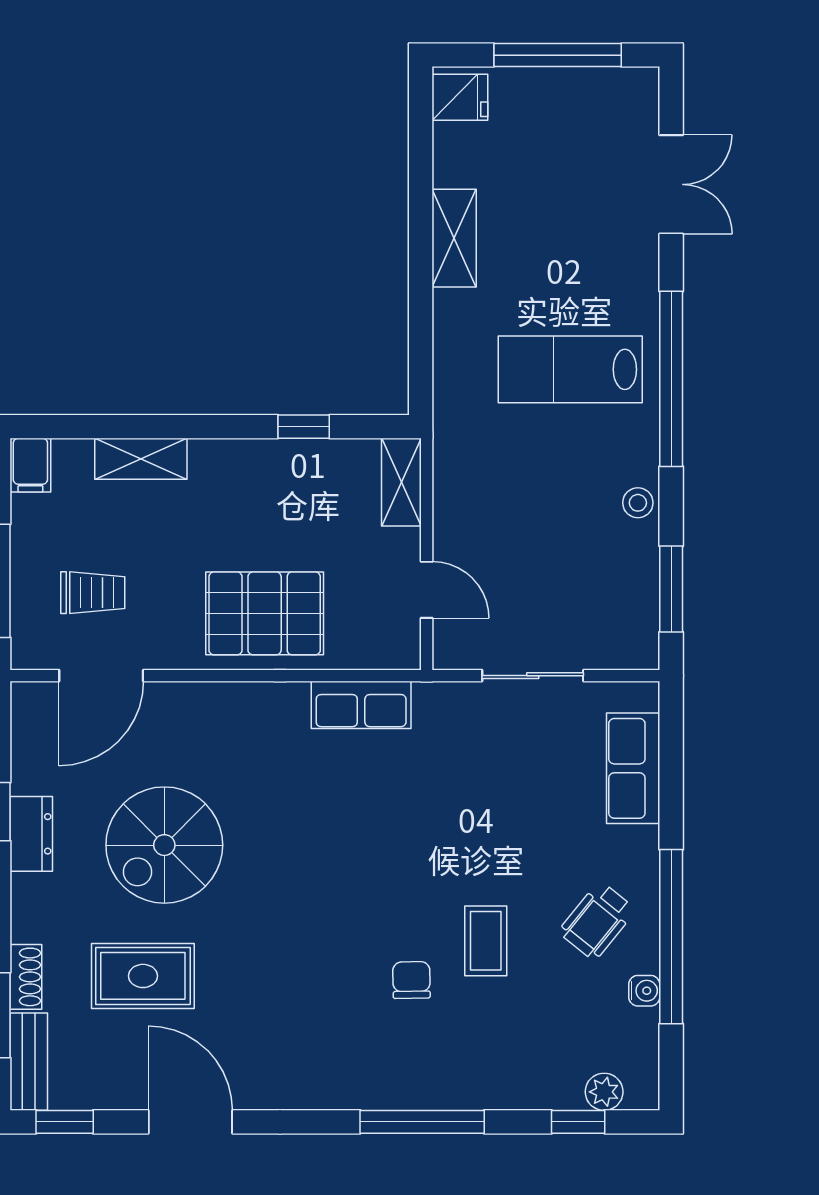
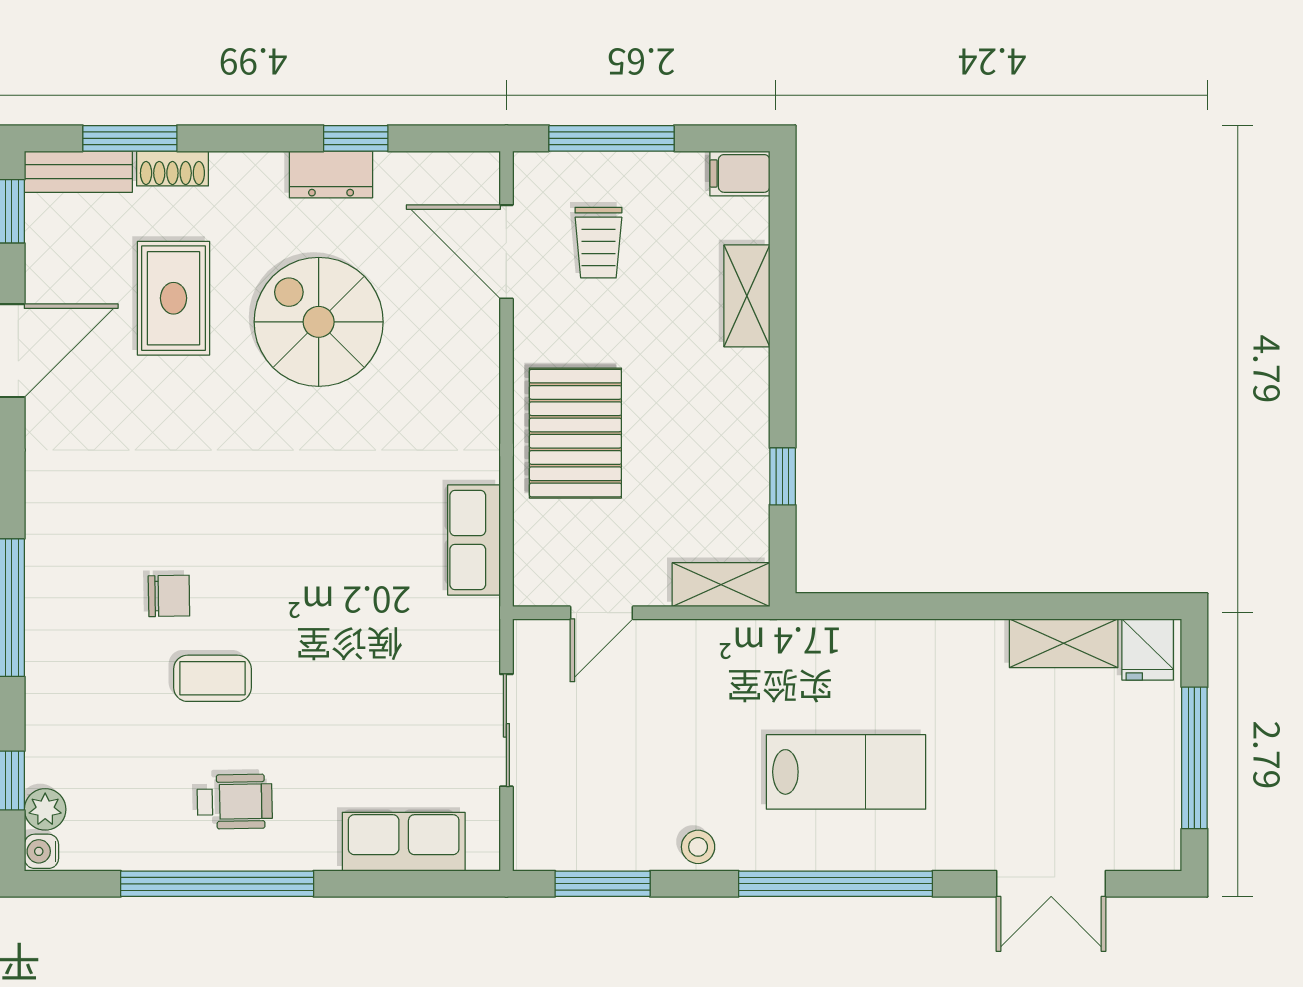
shelving: (454, 238) -> (1064, 643), moved
lab bench: (570, 369) -> (846, 772), turned 90
wheelchair: (597, 921) -> (235, 802), turned 140
water cooler: (644, 991) -> (41, 851), moved, turned 90

